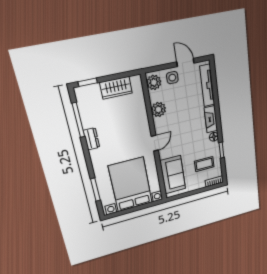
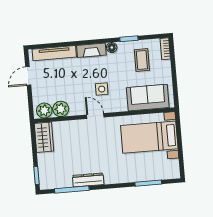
side table: (172, 78) -> (102, 89), moved
wardrobe: (116, 88) -> (44, 137), moved
plant: (158, 110) -> (61, 109), moved
dresser: (92, 139) -> (88, 180), width x1.44
door: (155, 143) -> (95, 116), moved
bed with nightstands: (131, 185) -> (149, 137), width x0.73

